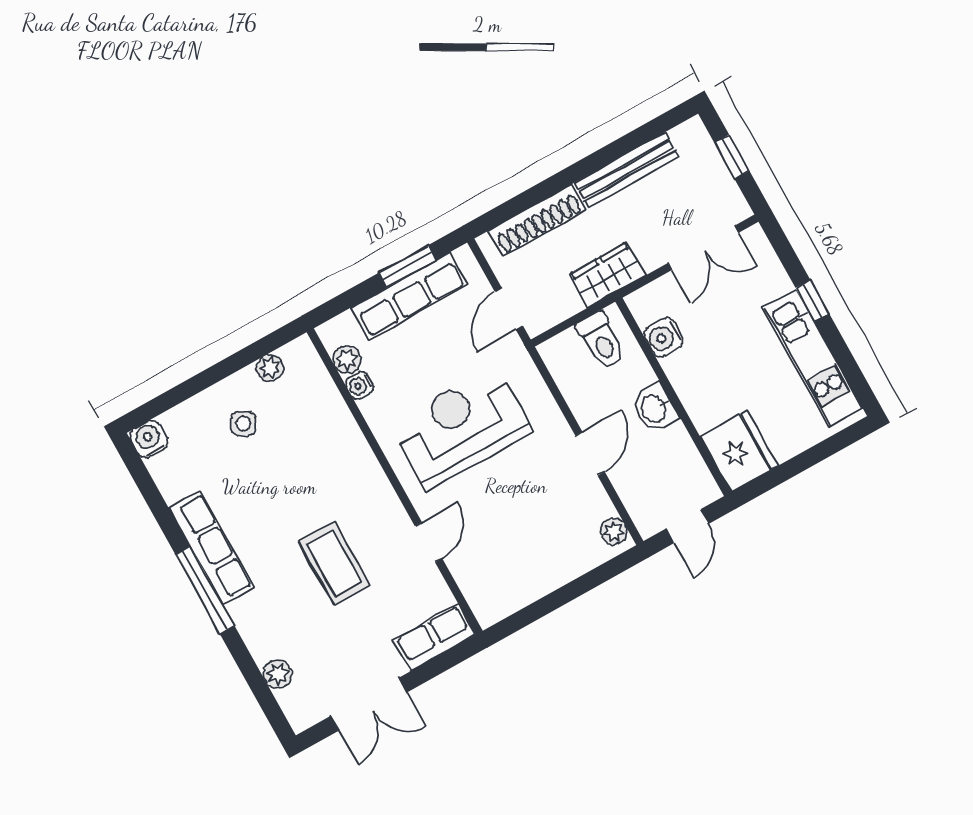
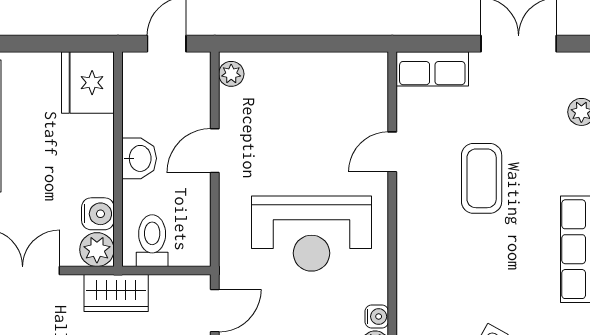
plant: (646, 304) -> (97, 250), added

